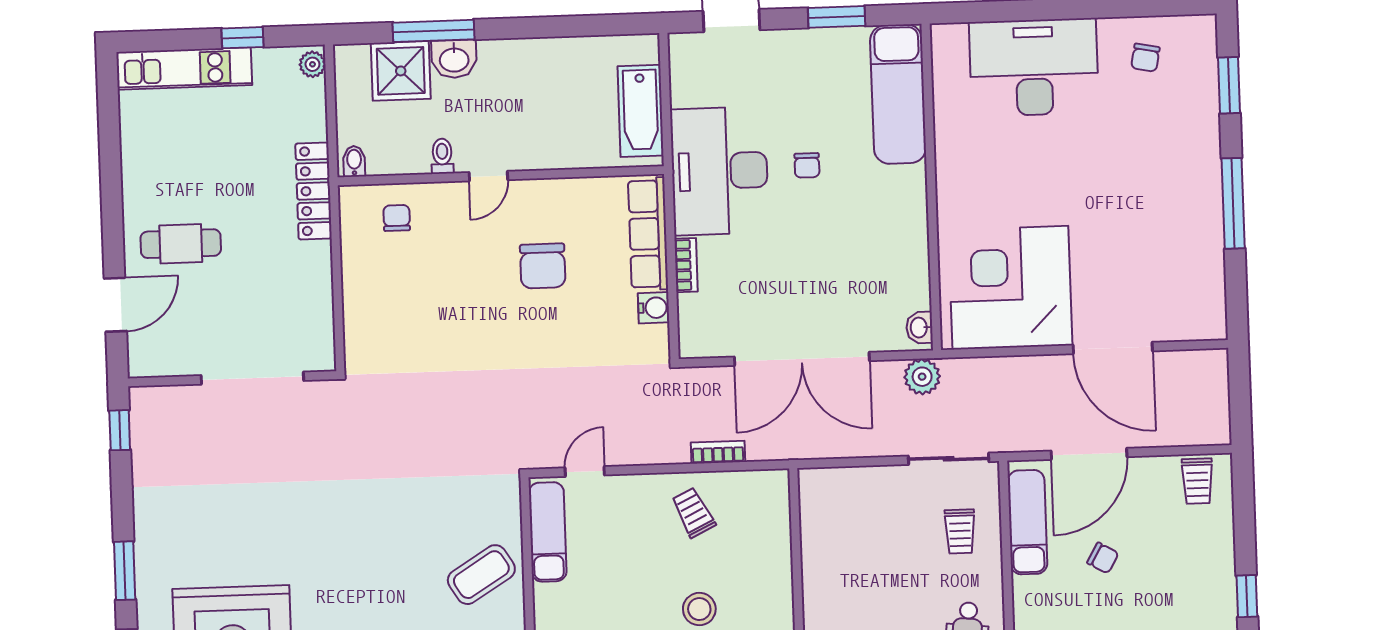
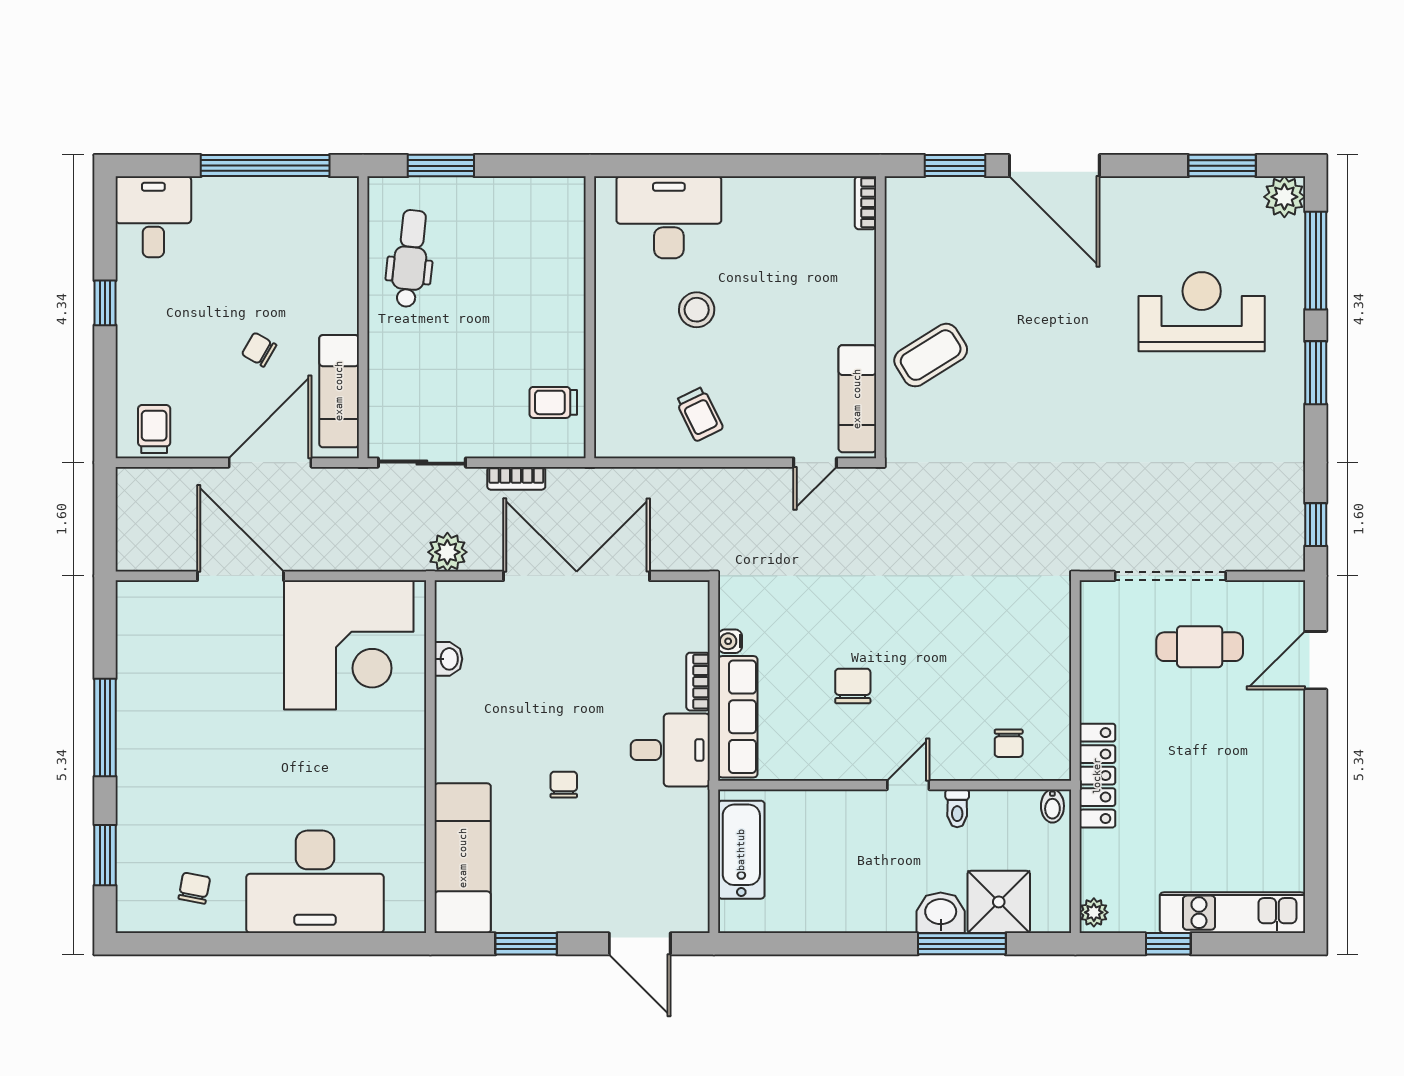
desk: (719, 171) -> (670, 750), width x0.53, depth x0.77
cafe table: (181, 244) -> (1200, 647), moved
chair: (543, 266) -> (853, 686), width x0.73, depth x0.73
water cooler: (654, 308) -> (730, 641), width x0.72, depth x0.72
washbasin: (919, 327) -> (448, 659), moved
bookcase: (718, 452) -> (516, 478), moved
trolley: (960, 531) -> (553, 402), moved, turned -90

